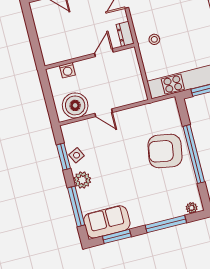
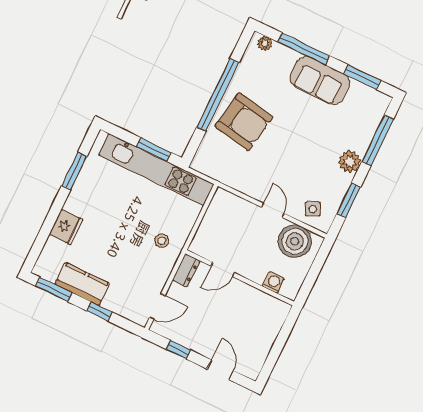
side table: (77, 155) -> (313, 209), moved
sofa: (107, 222) -> (320, 80), moved

